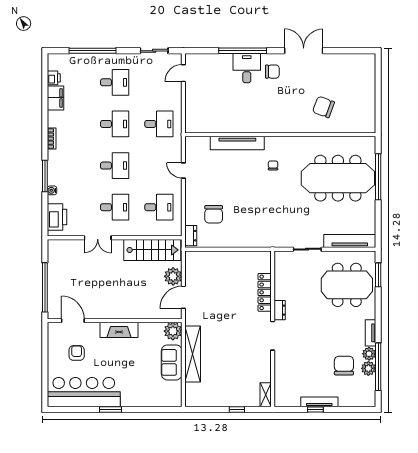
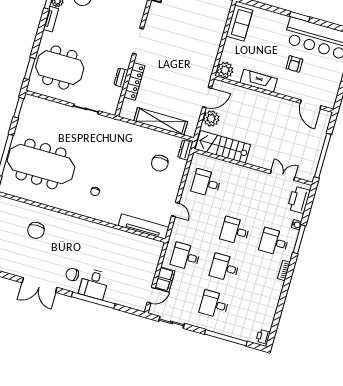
printer: (54, 78) -> (263, 337), moved
filing cabinet: (55, 98) -> (165, 279), moved, turned 180
chair: (323, 107) -> (36, 230), turned 70
tv unit: (237, 143) -> (144, 227), moved
desk: (115, 207) -> (274, 242), moved
chair: (214, 214) -> (160, 163), turned 180
window: (378, 231) -> (19, 108), added
double door: (98, 238) -> (283, 175), moved
tv unit: (350, 241) -> (46, 105), removed
window: (45, 287) -> (323, 156), moved
dresser: (280, 310) -> (121, 78), moved
fireplace: (119, 330) -> (259, 81), moved
armchair: (77, 353) -> (294, 64), moved
shelving: (193, 354) -> (161, 121), moved, turned 90
sofa: (172, 362) -> (239, 23), moved

